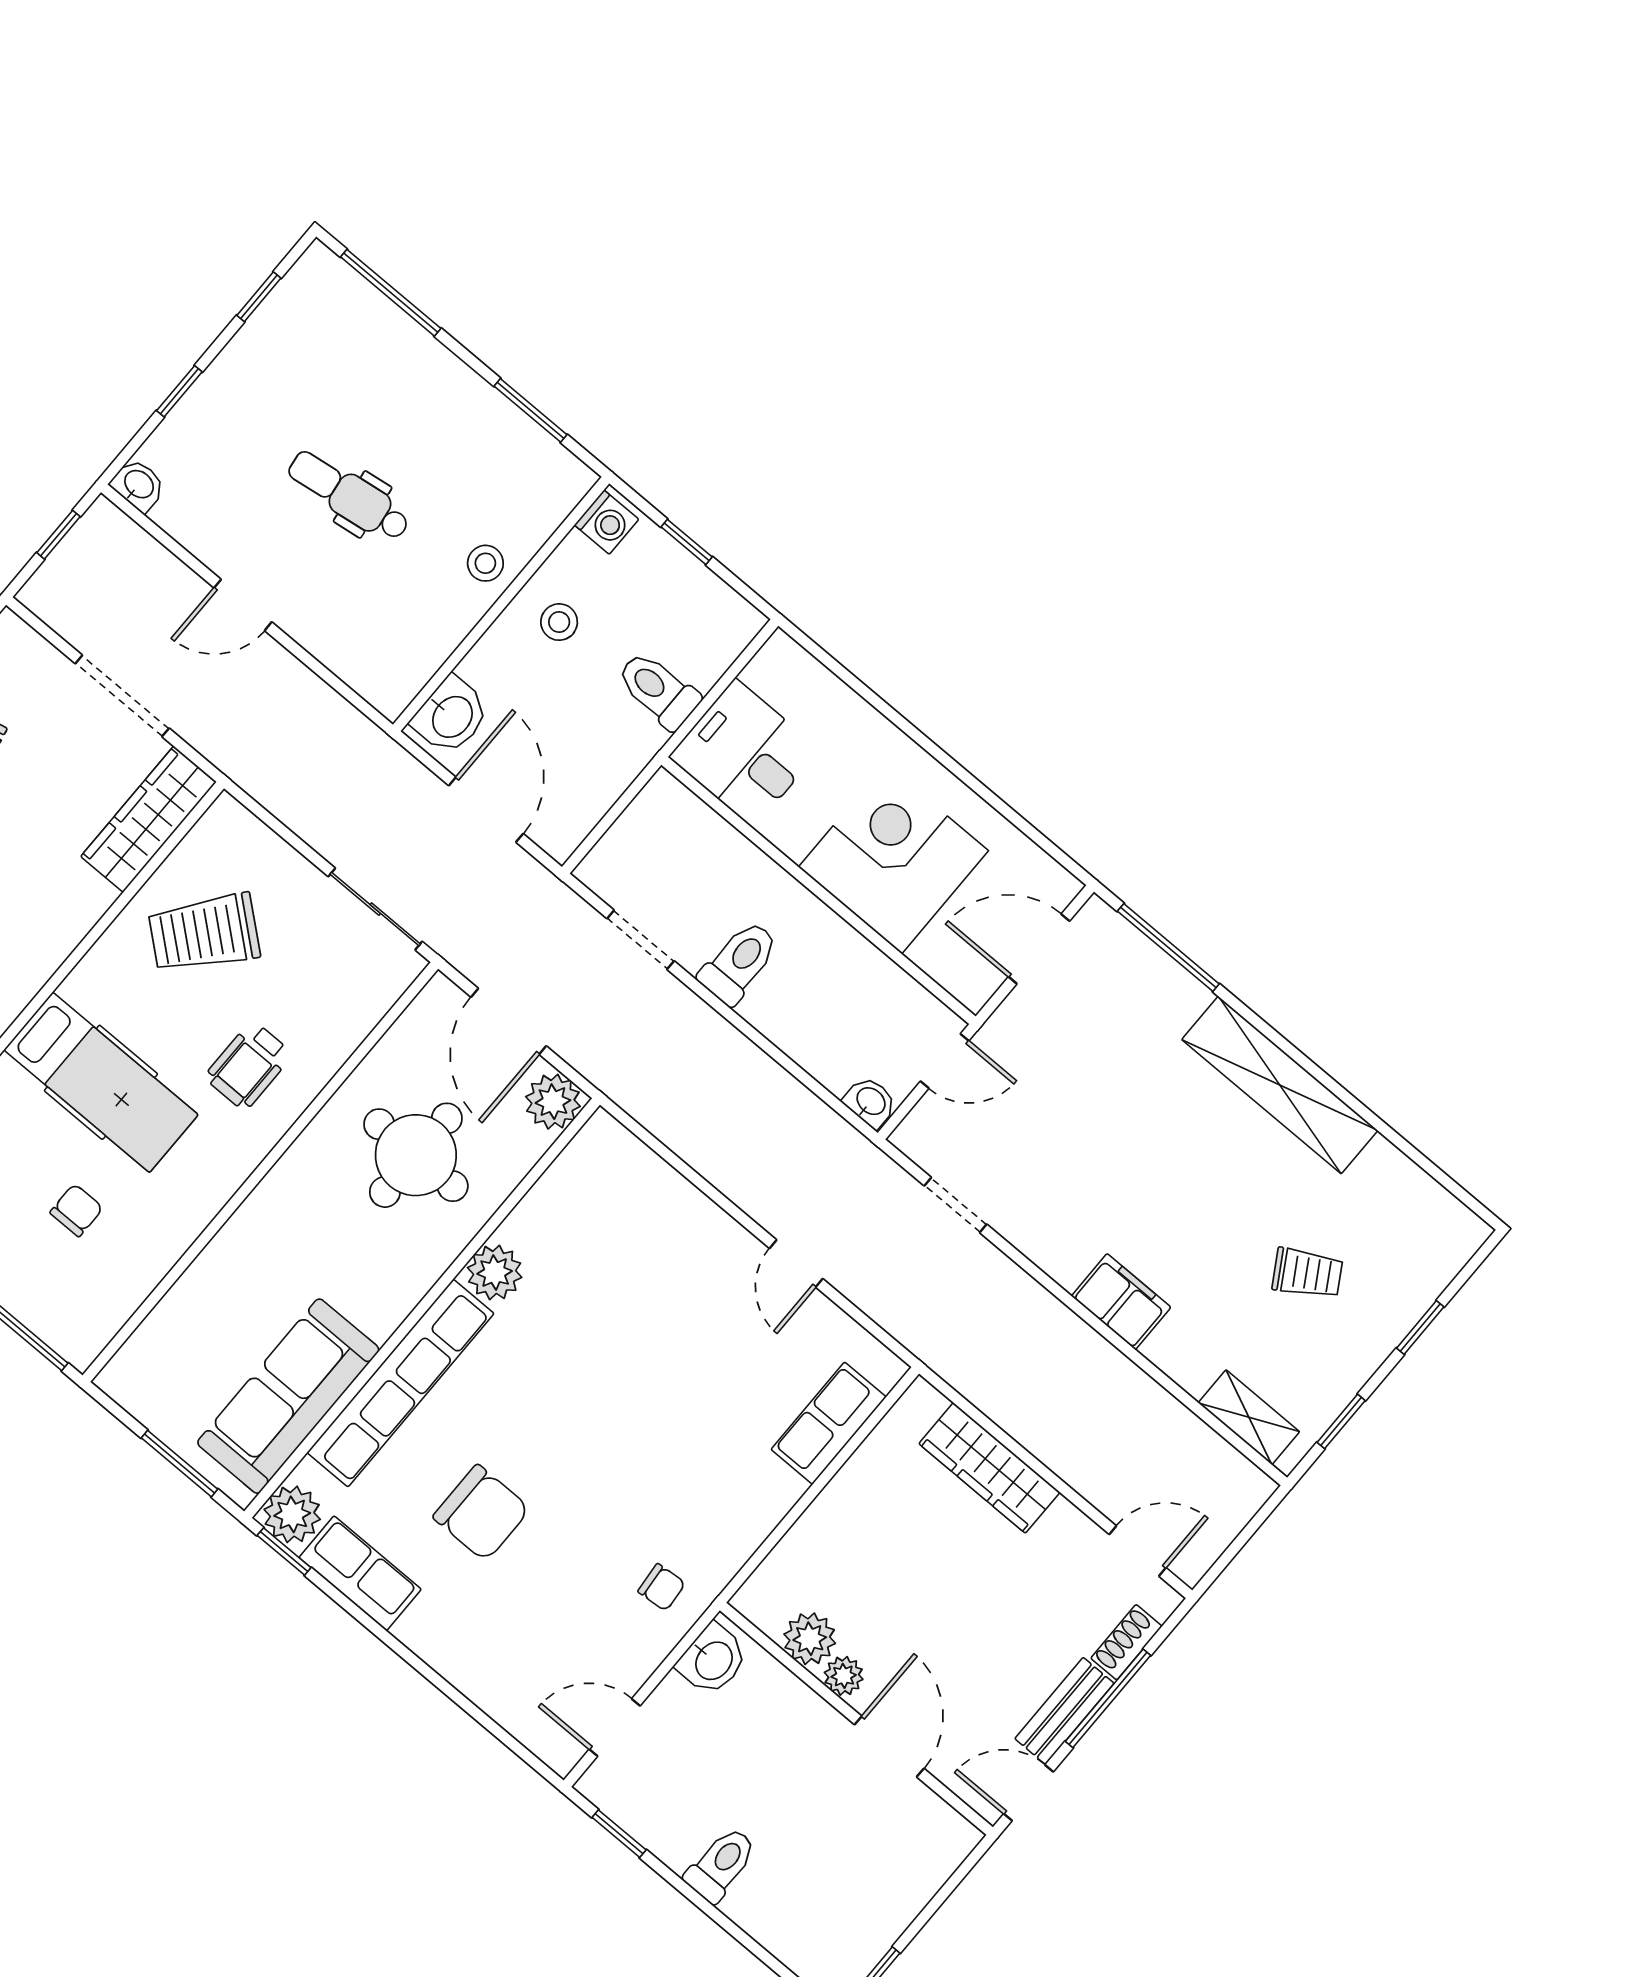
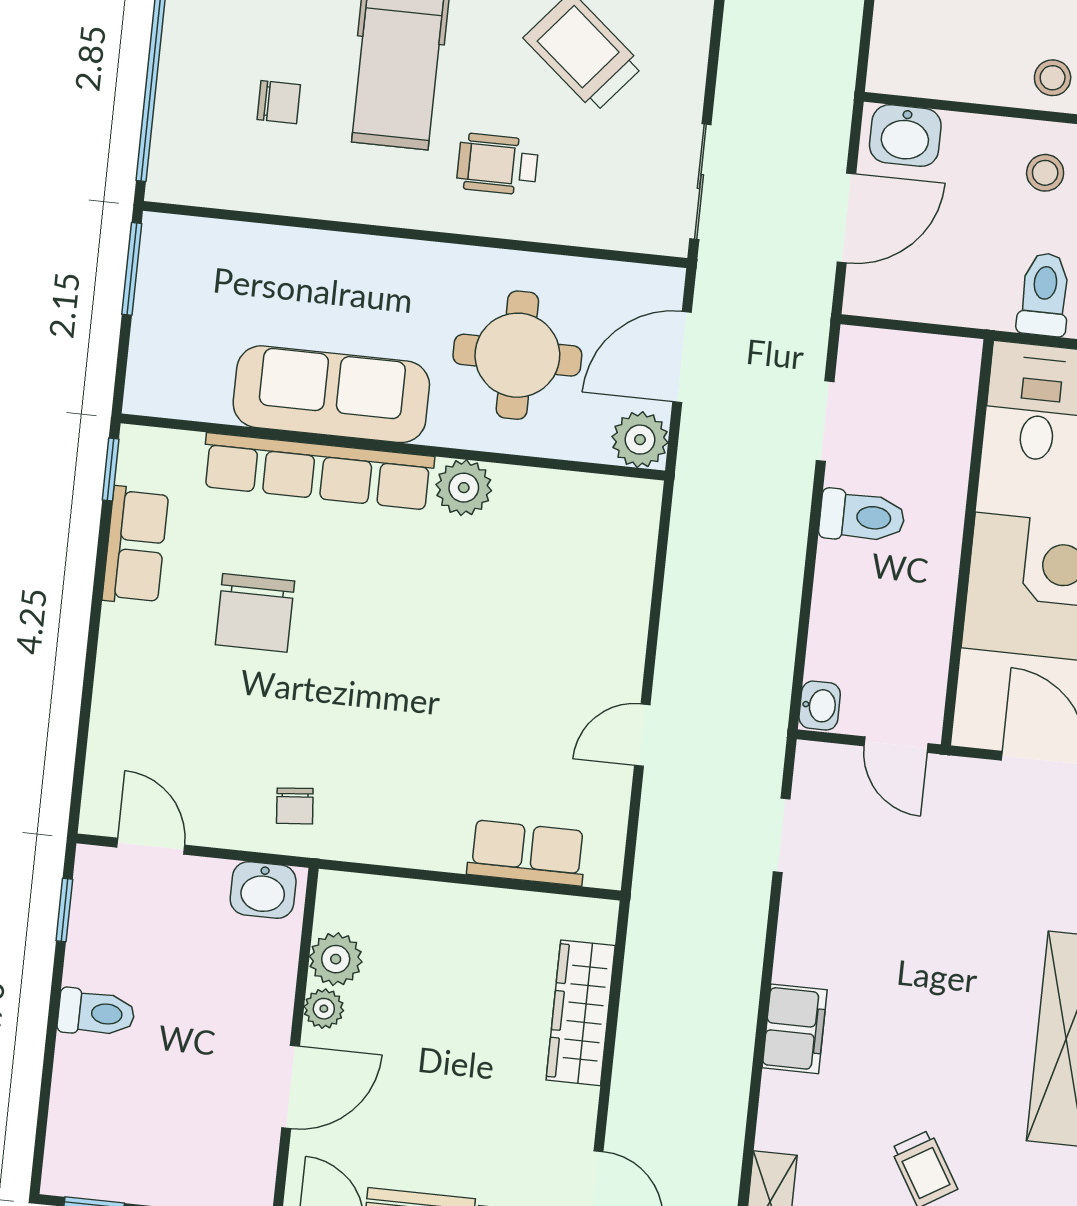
sofa: (288, 1396) -> (331, 394), moved
window: (180, 1464) -> (132, 269), moved
plant: (292, 1514) -> (146, 455), removed

